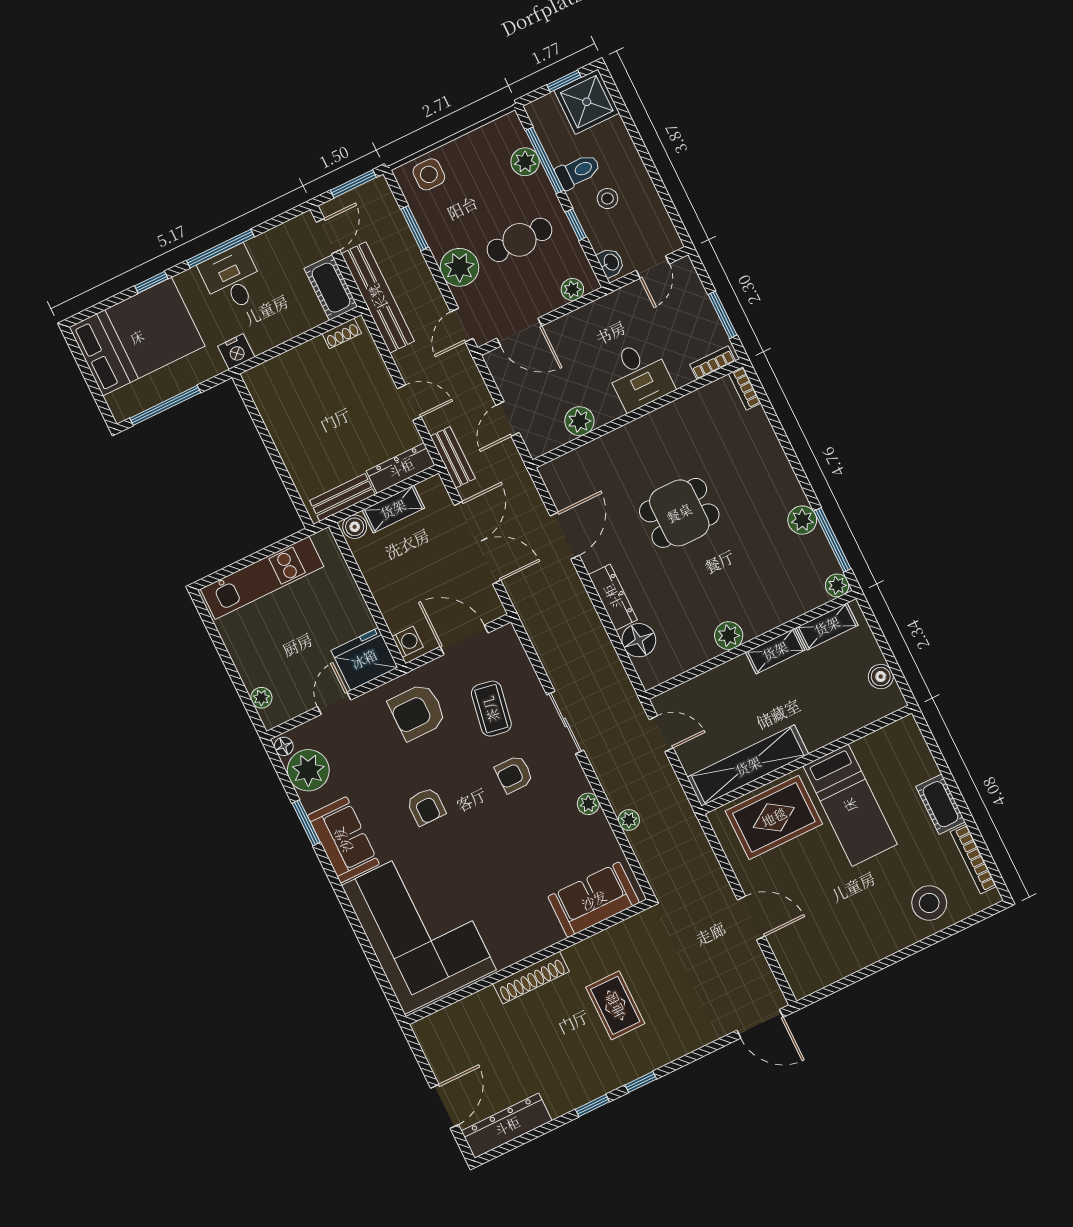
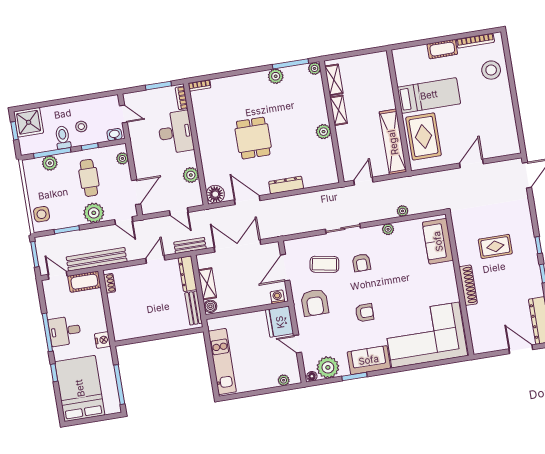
desk: (639, 375) -> (176, 132), width x1.37
floor lamp: (639, 640) -> (215, 194), moved
boiler: (881, 677) -> (368, 60), removed

